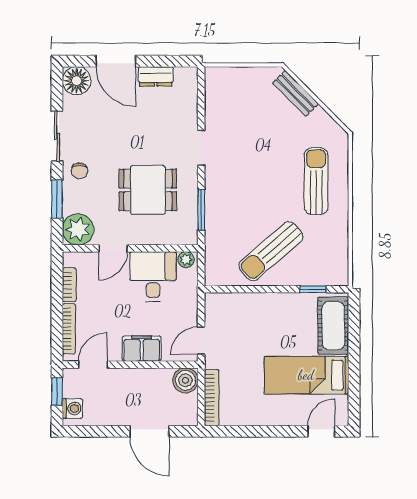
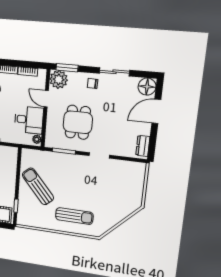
dresser: (156, 76) -> (143, 146), moved
bench: (296, 93) -> (125, 212), removed
window: (57, 199) -> (67, 68), moved

